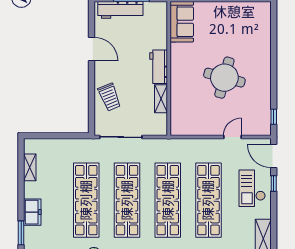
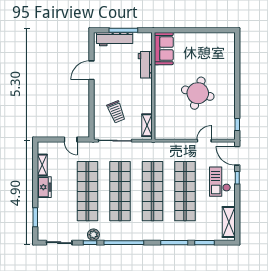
door: (92, 49) -> (92, 70), swing flipped
workbench: (159, 67) -> (145, 65), moved
trolley: (110, 97) -> (116, 112), moved
shelving: (161, 99) -> (147, 125), moved
door: (65, 136) -> (71, 140), added
freezer: (32, 212) -> (44, 187), moved

